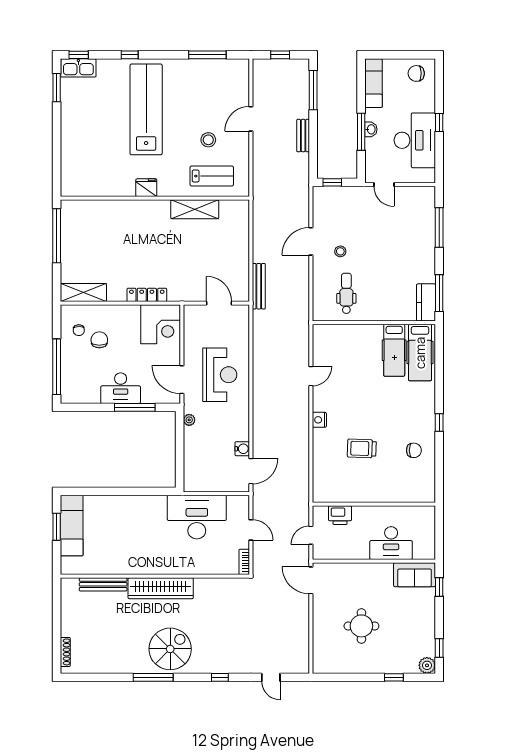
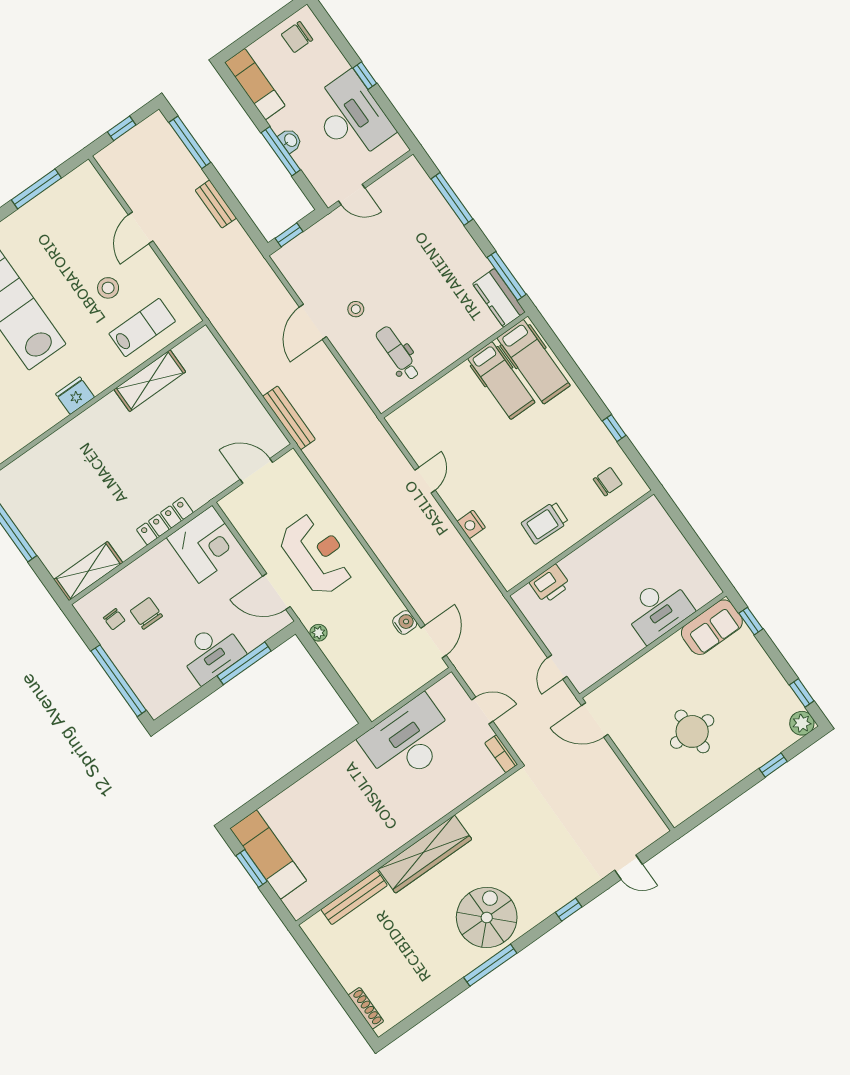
wall: (374, 504) -> (580, 543), moved
printer: (340, 515) -> (550, 584), moved

